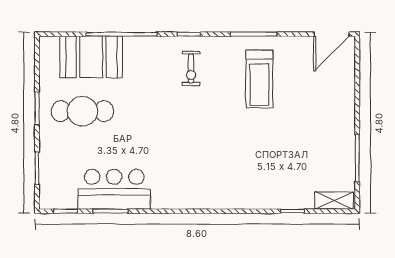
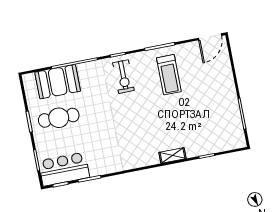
exercise bike: (191, 68) -> (123, 77), width x1.38, depth x1.39
bar counter: (114, 189) -> (64, 169), moved
shelving: (334, 201) -> (172, 156), moved

